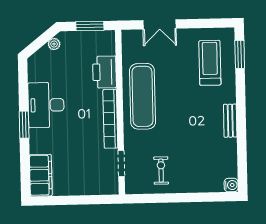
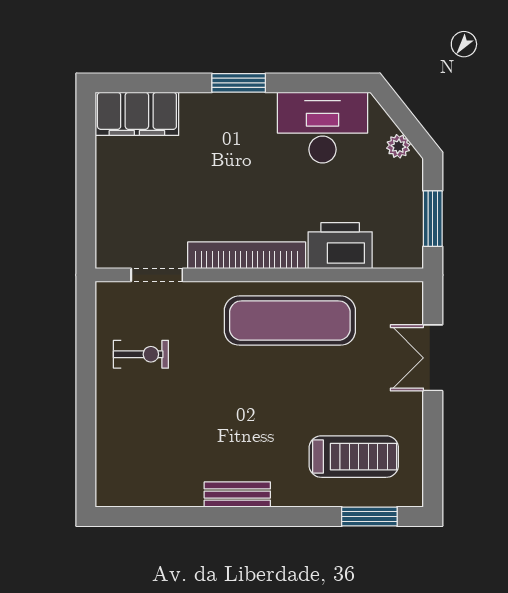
desk: (46, 105) -> (322, 128), moved
water cooler: (231, 185) -> (109, 494), removed

